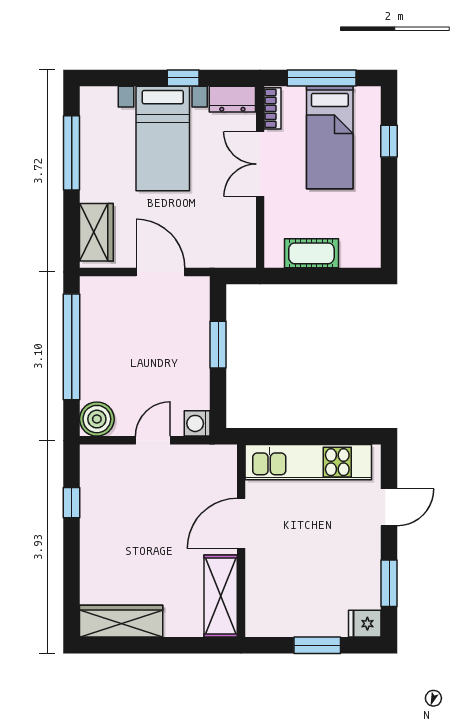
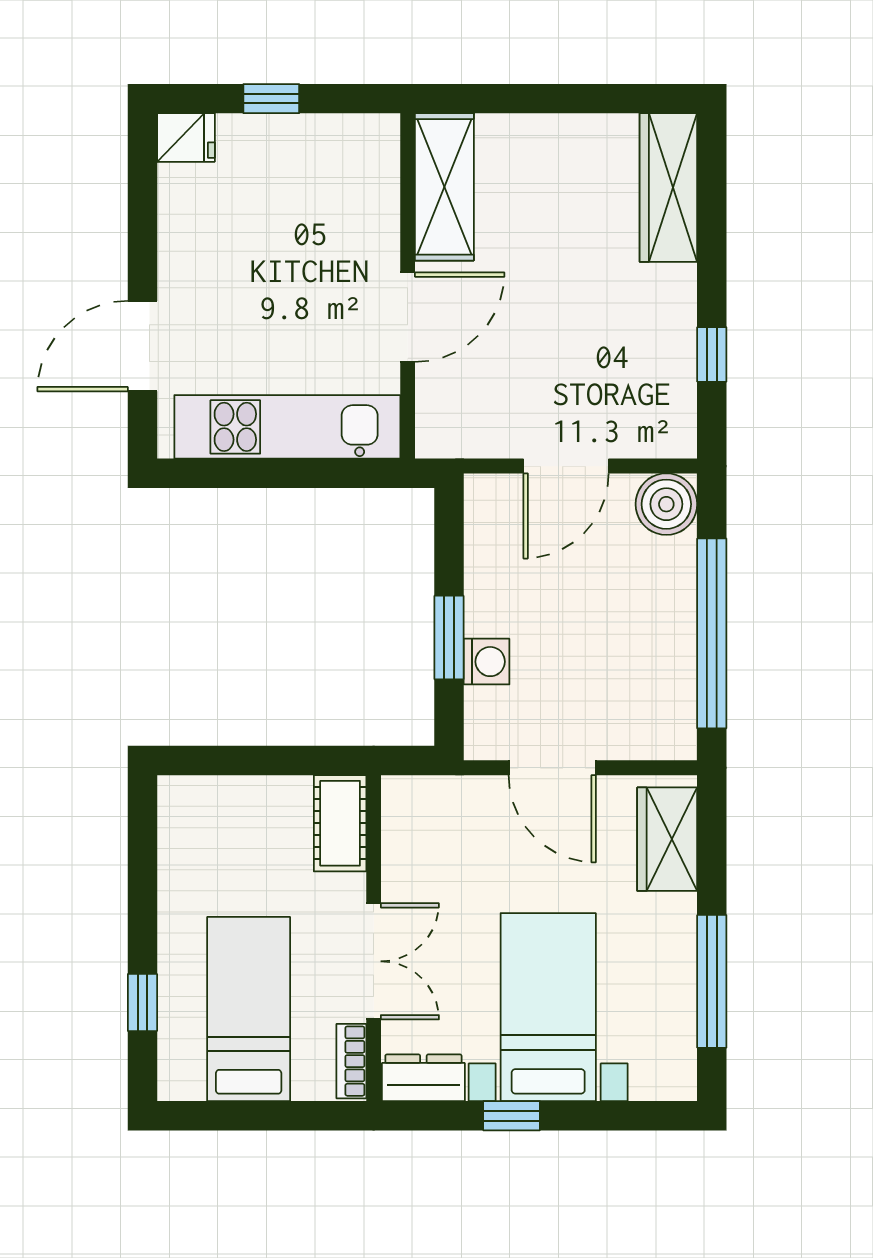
window: (322, 78) -> (263, 1116), removed
cot: (311, 253) -> (340, 823), moved, turned 90
washing machine: (197, 423) -> (486, 662), moved
door: (153, 440) -> (566, 466), width x1.38
door: (389, 507) -> (142, 346), width x1.38
window: (389, 583) -> (142, 210), removed
wardrobe: (121, 621) -> (668, 188), moved, turned 90
window: (317, 645) -> (271, 99), width x0.67

